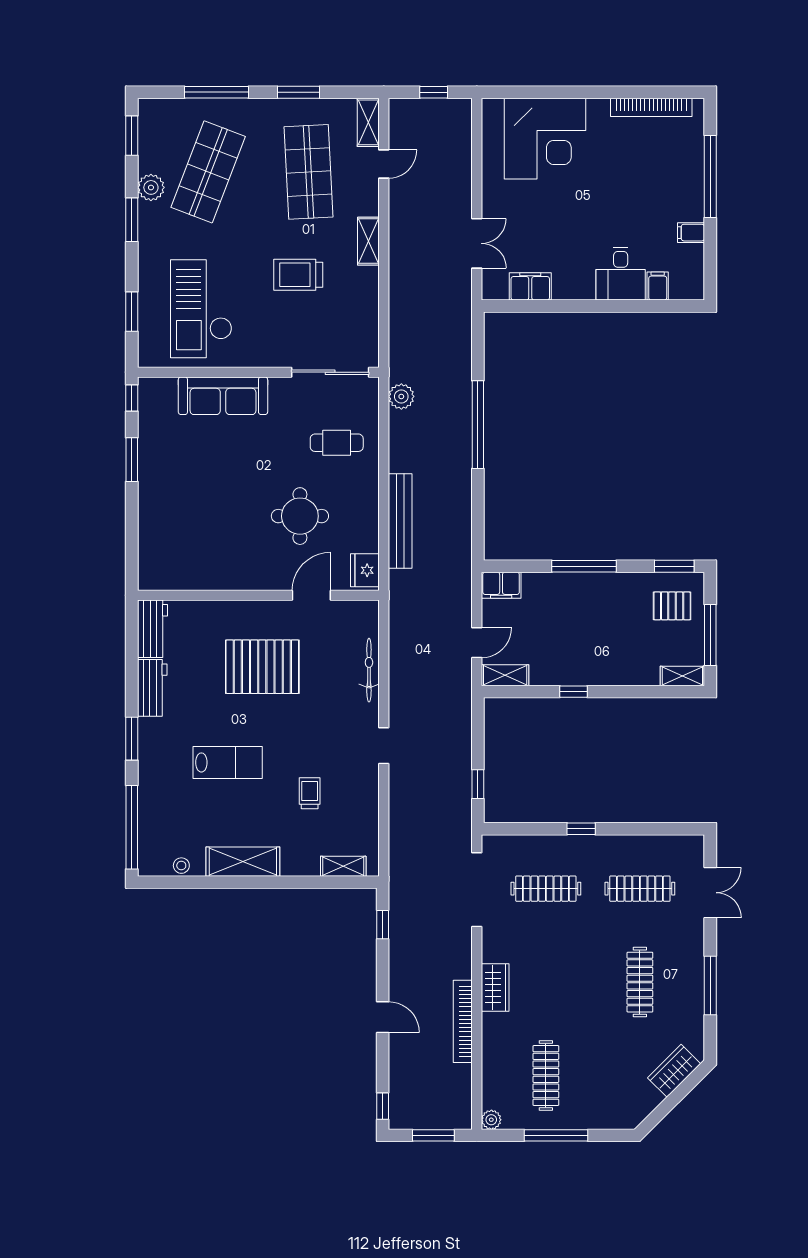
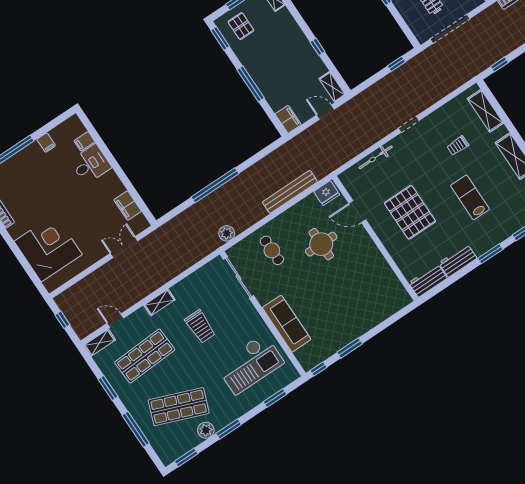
shelving: (343, 866) -> (485, 111), width x1.50, depth x1.33

